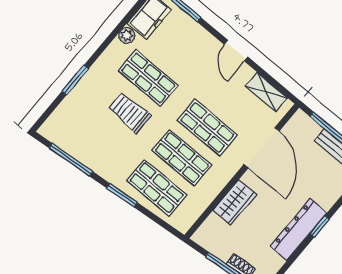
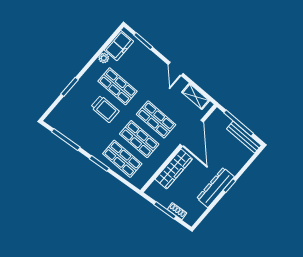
trolley: (130, 113) -> (105, 109), turned 180
wardrobe: (235, 202) -> (174, 169), width x1.50

